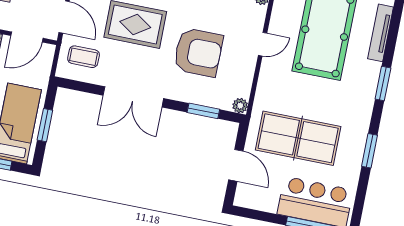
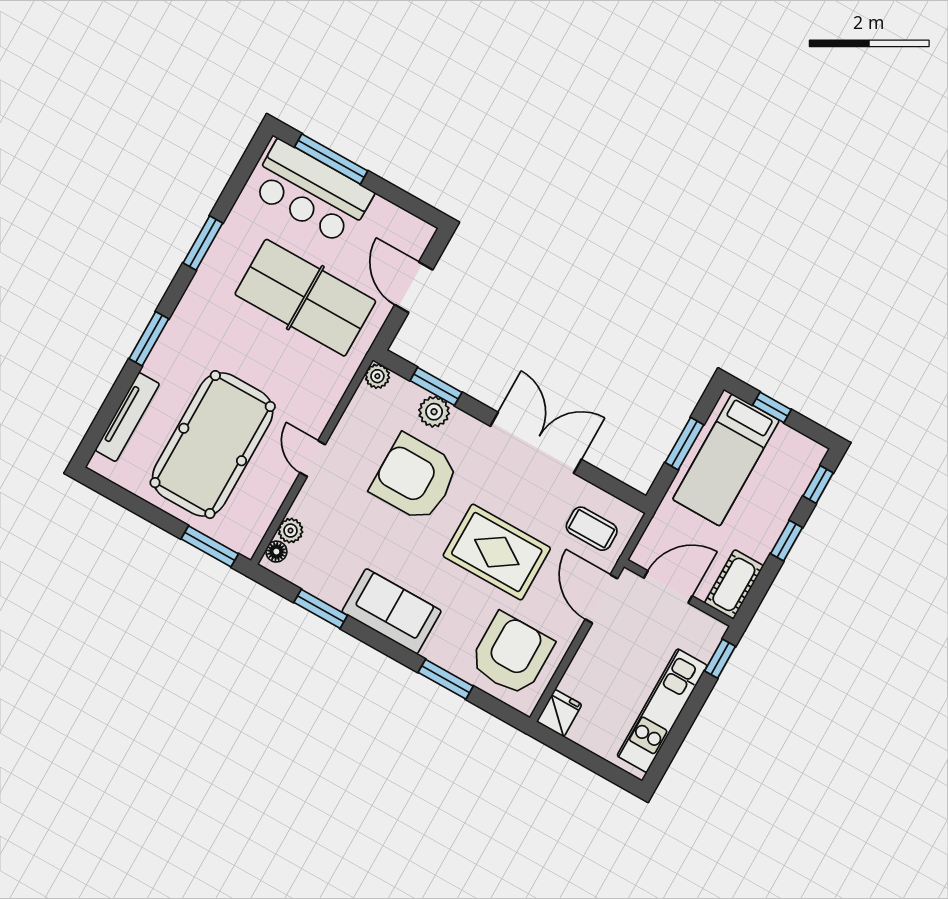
door: (263, 44) -> (313, 459), hinge flipped
plant: (200, 95) -> (434, 412), added

